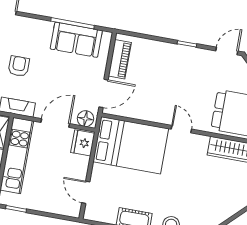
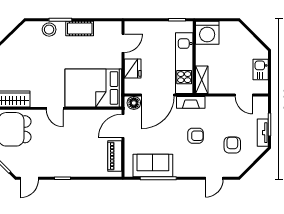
armchair: (19, 66) -> (196, 136), turned -90
door: (55, 123) -> (158, 95), width x1.36
fridge: (83, 143) -> (133, 68), moved
door: (86, 192) -> (123, 43), hinge flipped

